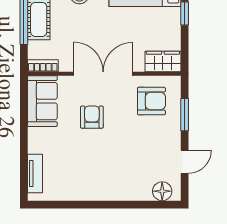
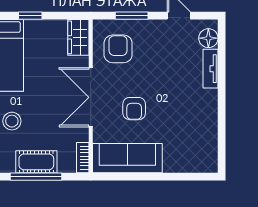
sofa: (42, 101) -> (127, 158), width x1.36
armchair: (92, 117) -> (134, 109), turned -90
tv unit: (35, 173) -> (211, 69), moved, turned -90

